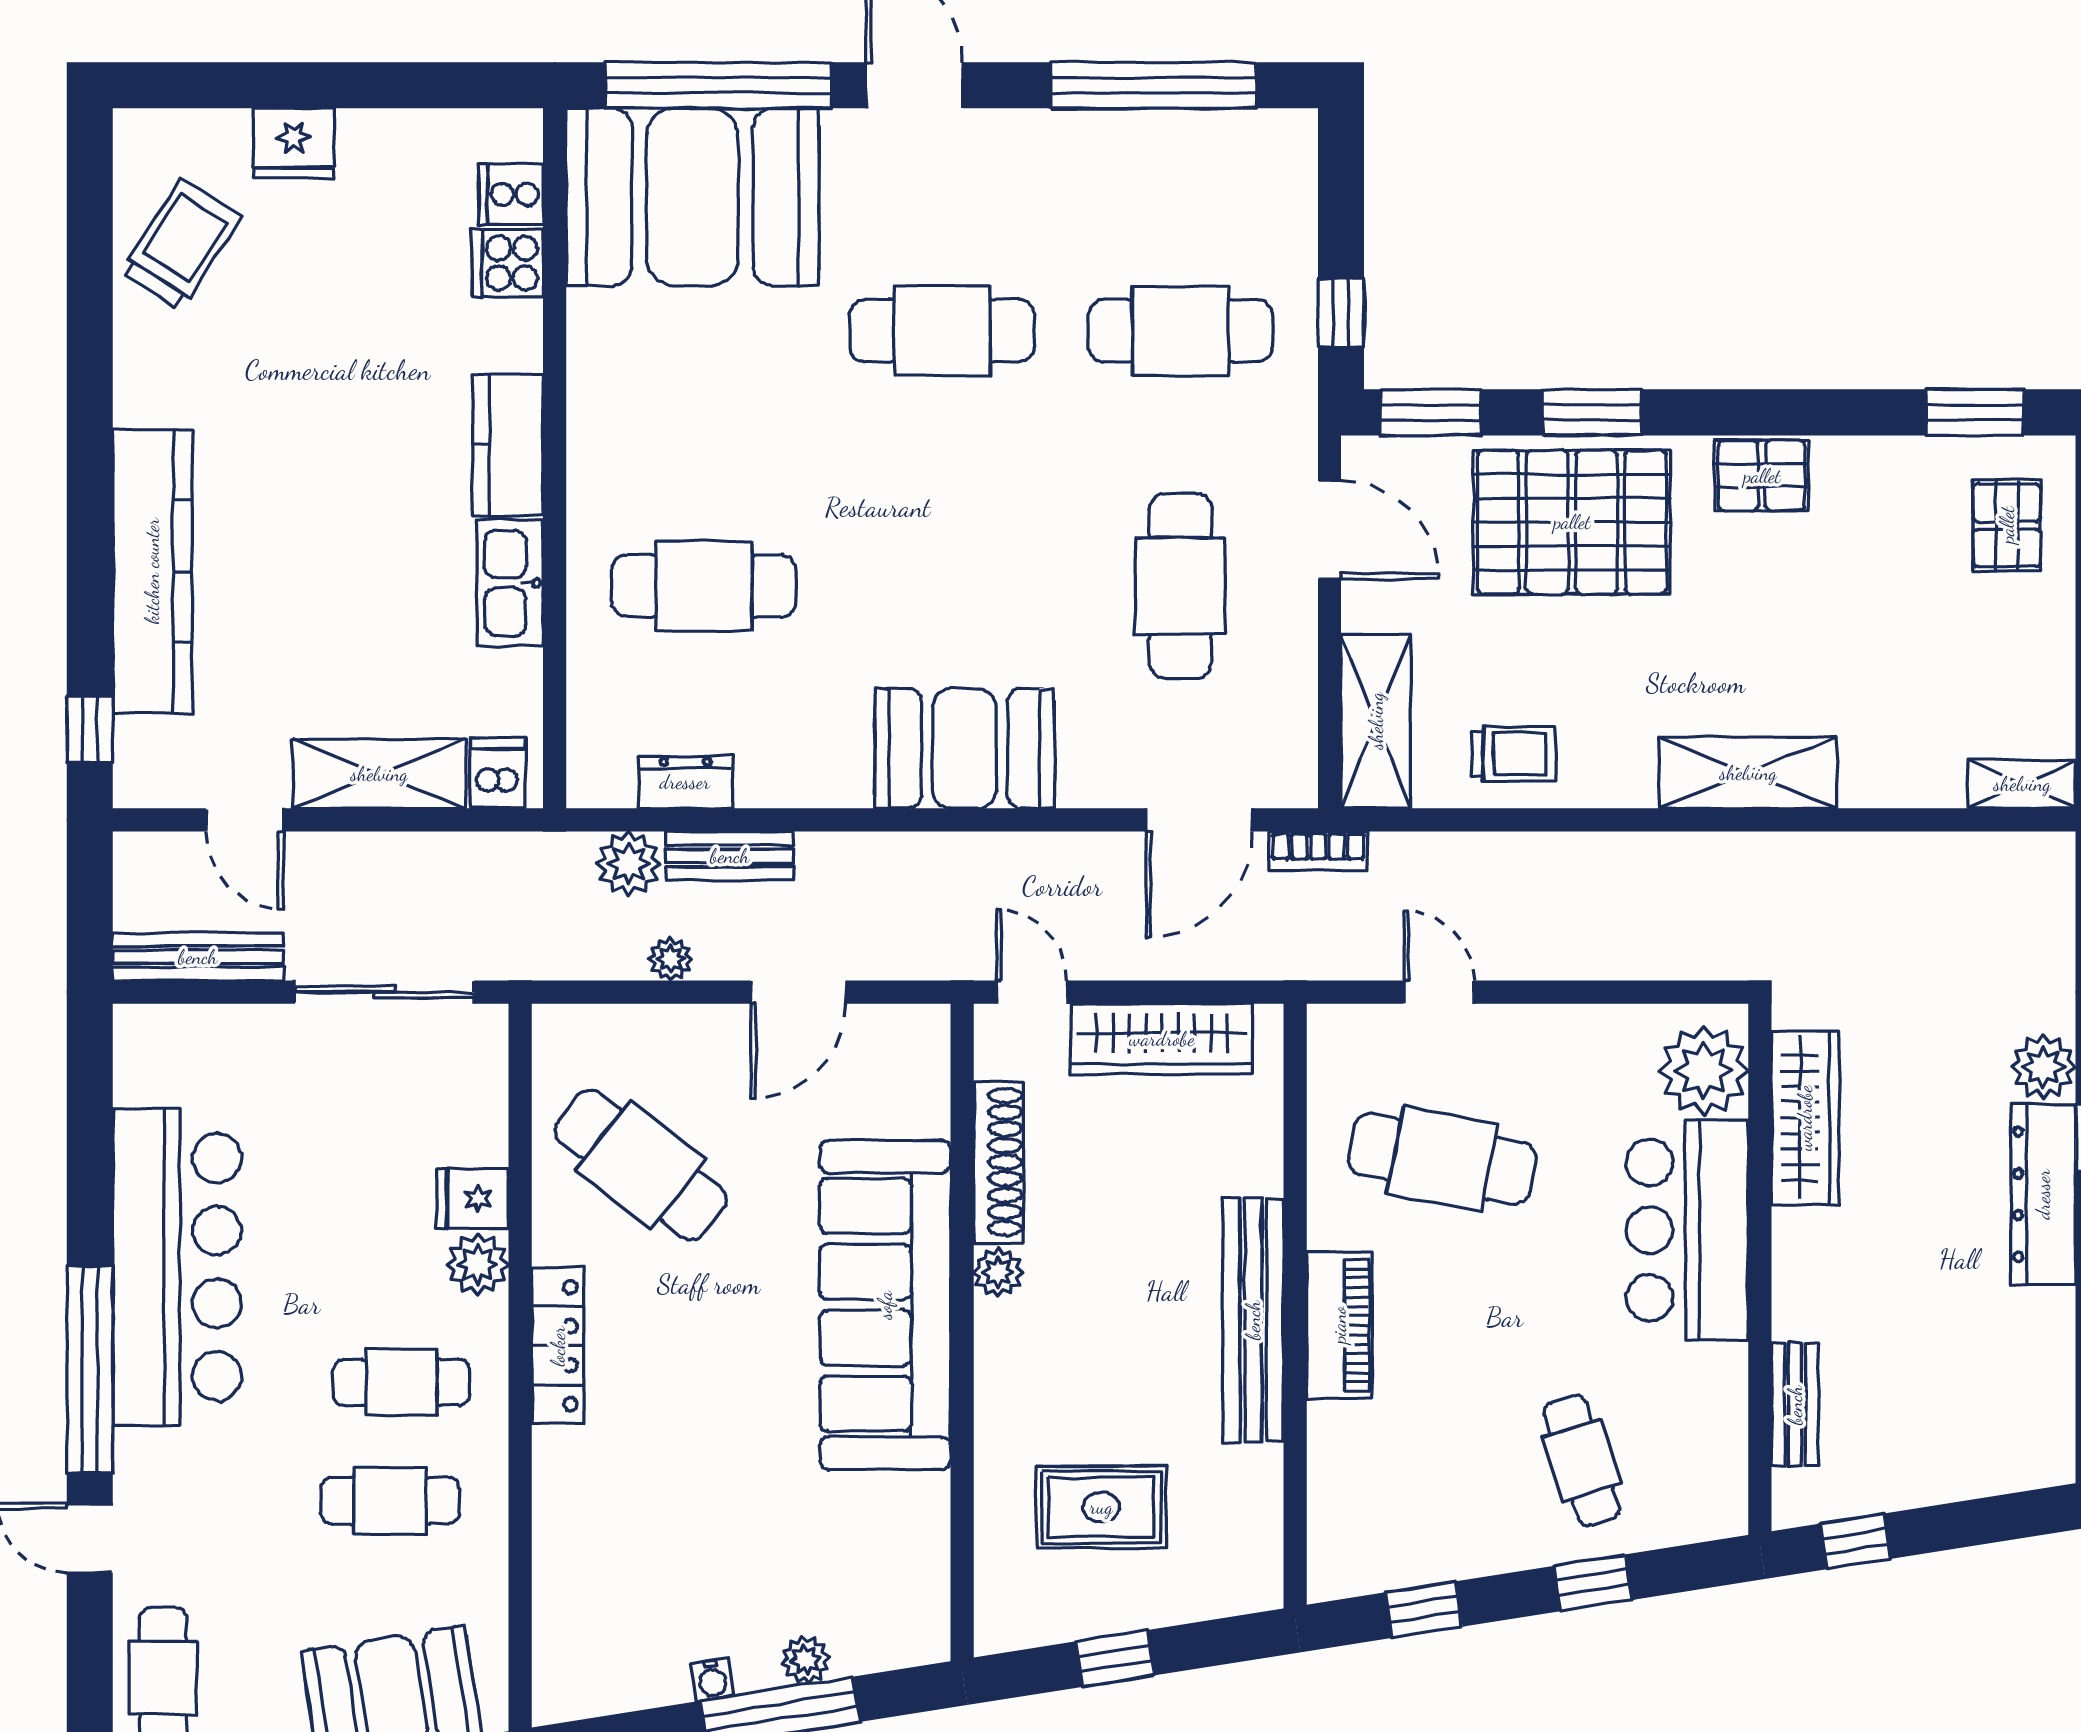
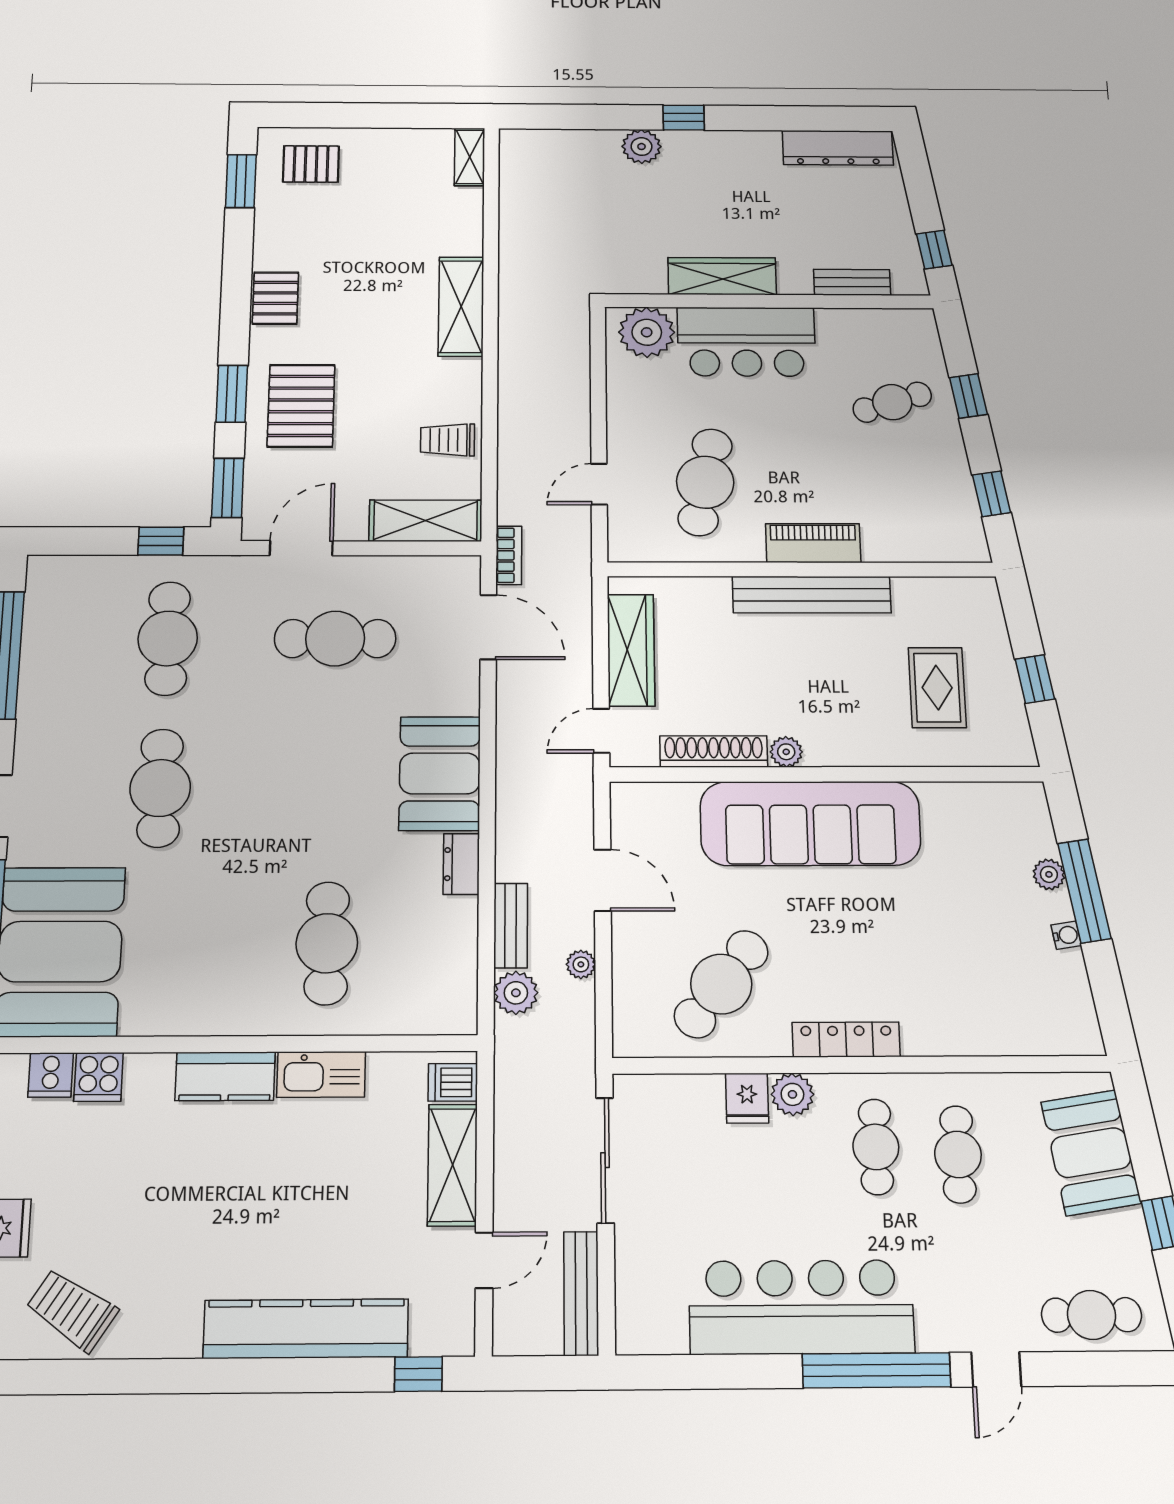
pallet: (1572, 522) -> (301, 406), width x0.73, depth x0.71
trolley: (1514, 754) -> (447, 440), turned -90
dresser: (685, 782) -> (461, 864), moved
wardrobe: (1805, 1118) -> (722, 276), moved
dresser: (2043, 1194) -> (838, 148), moved

